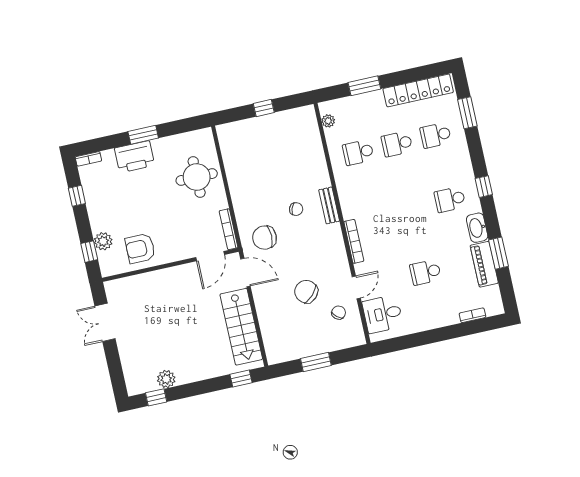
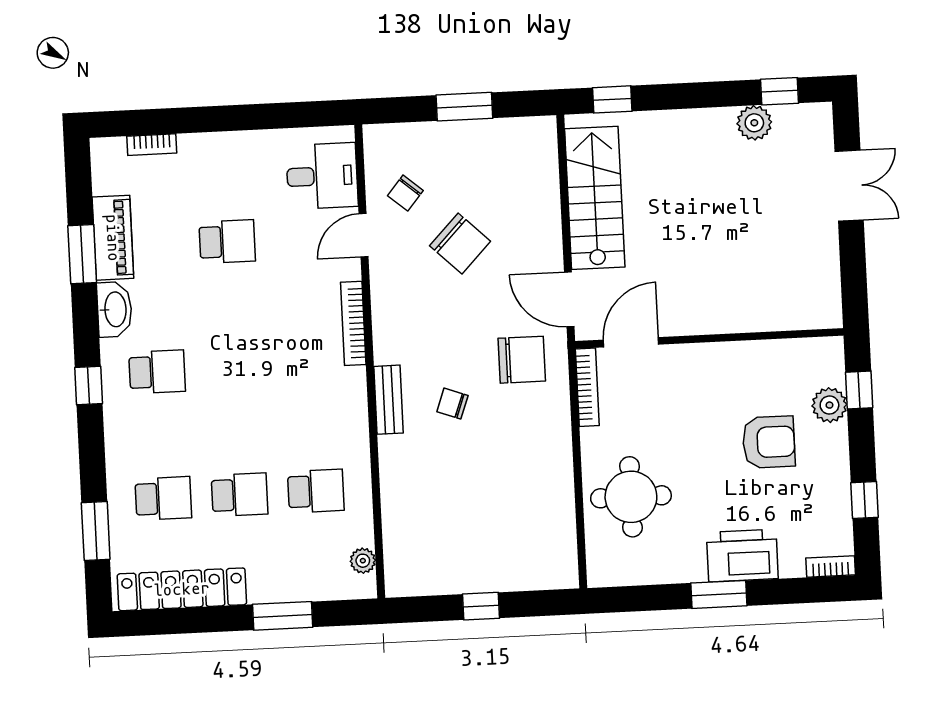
armchair: (140, 248) -> (769, 442), moved
double door: (105, 322) -> (849, 186), moved

